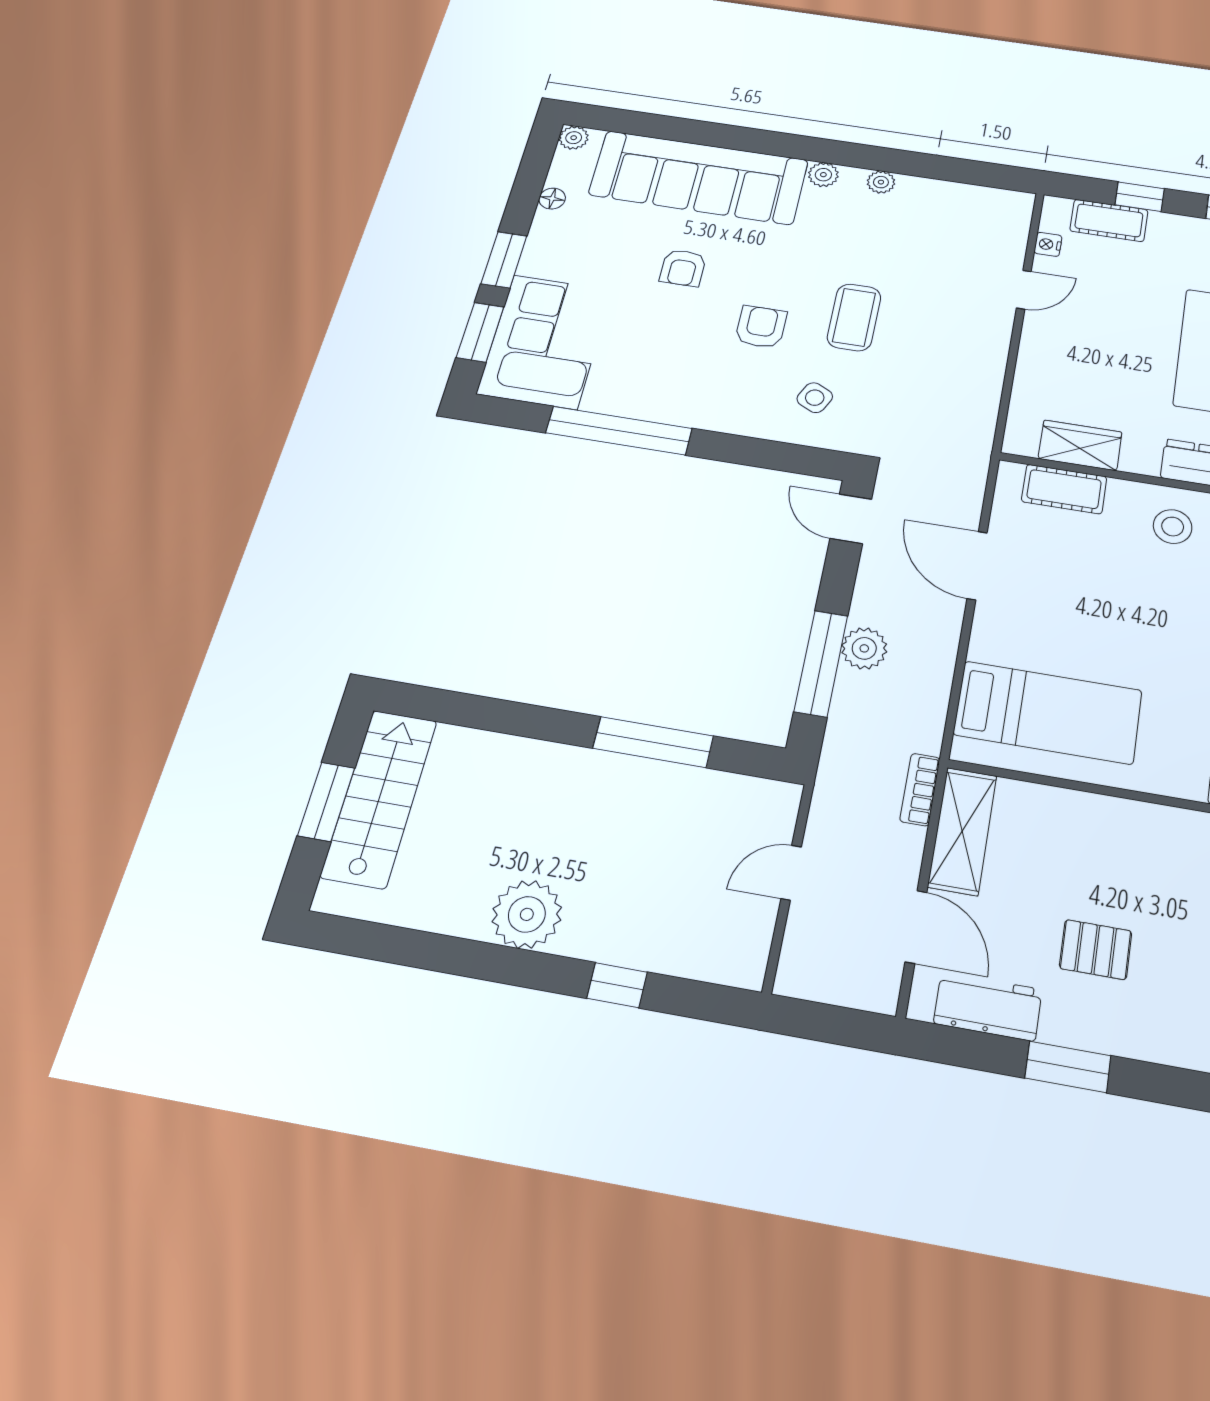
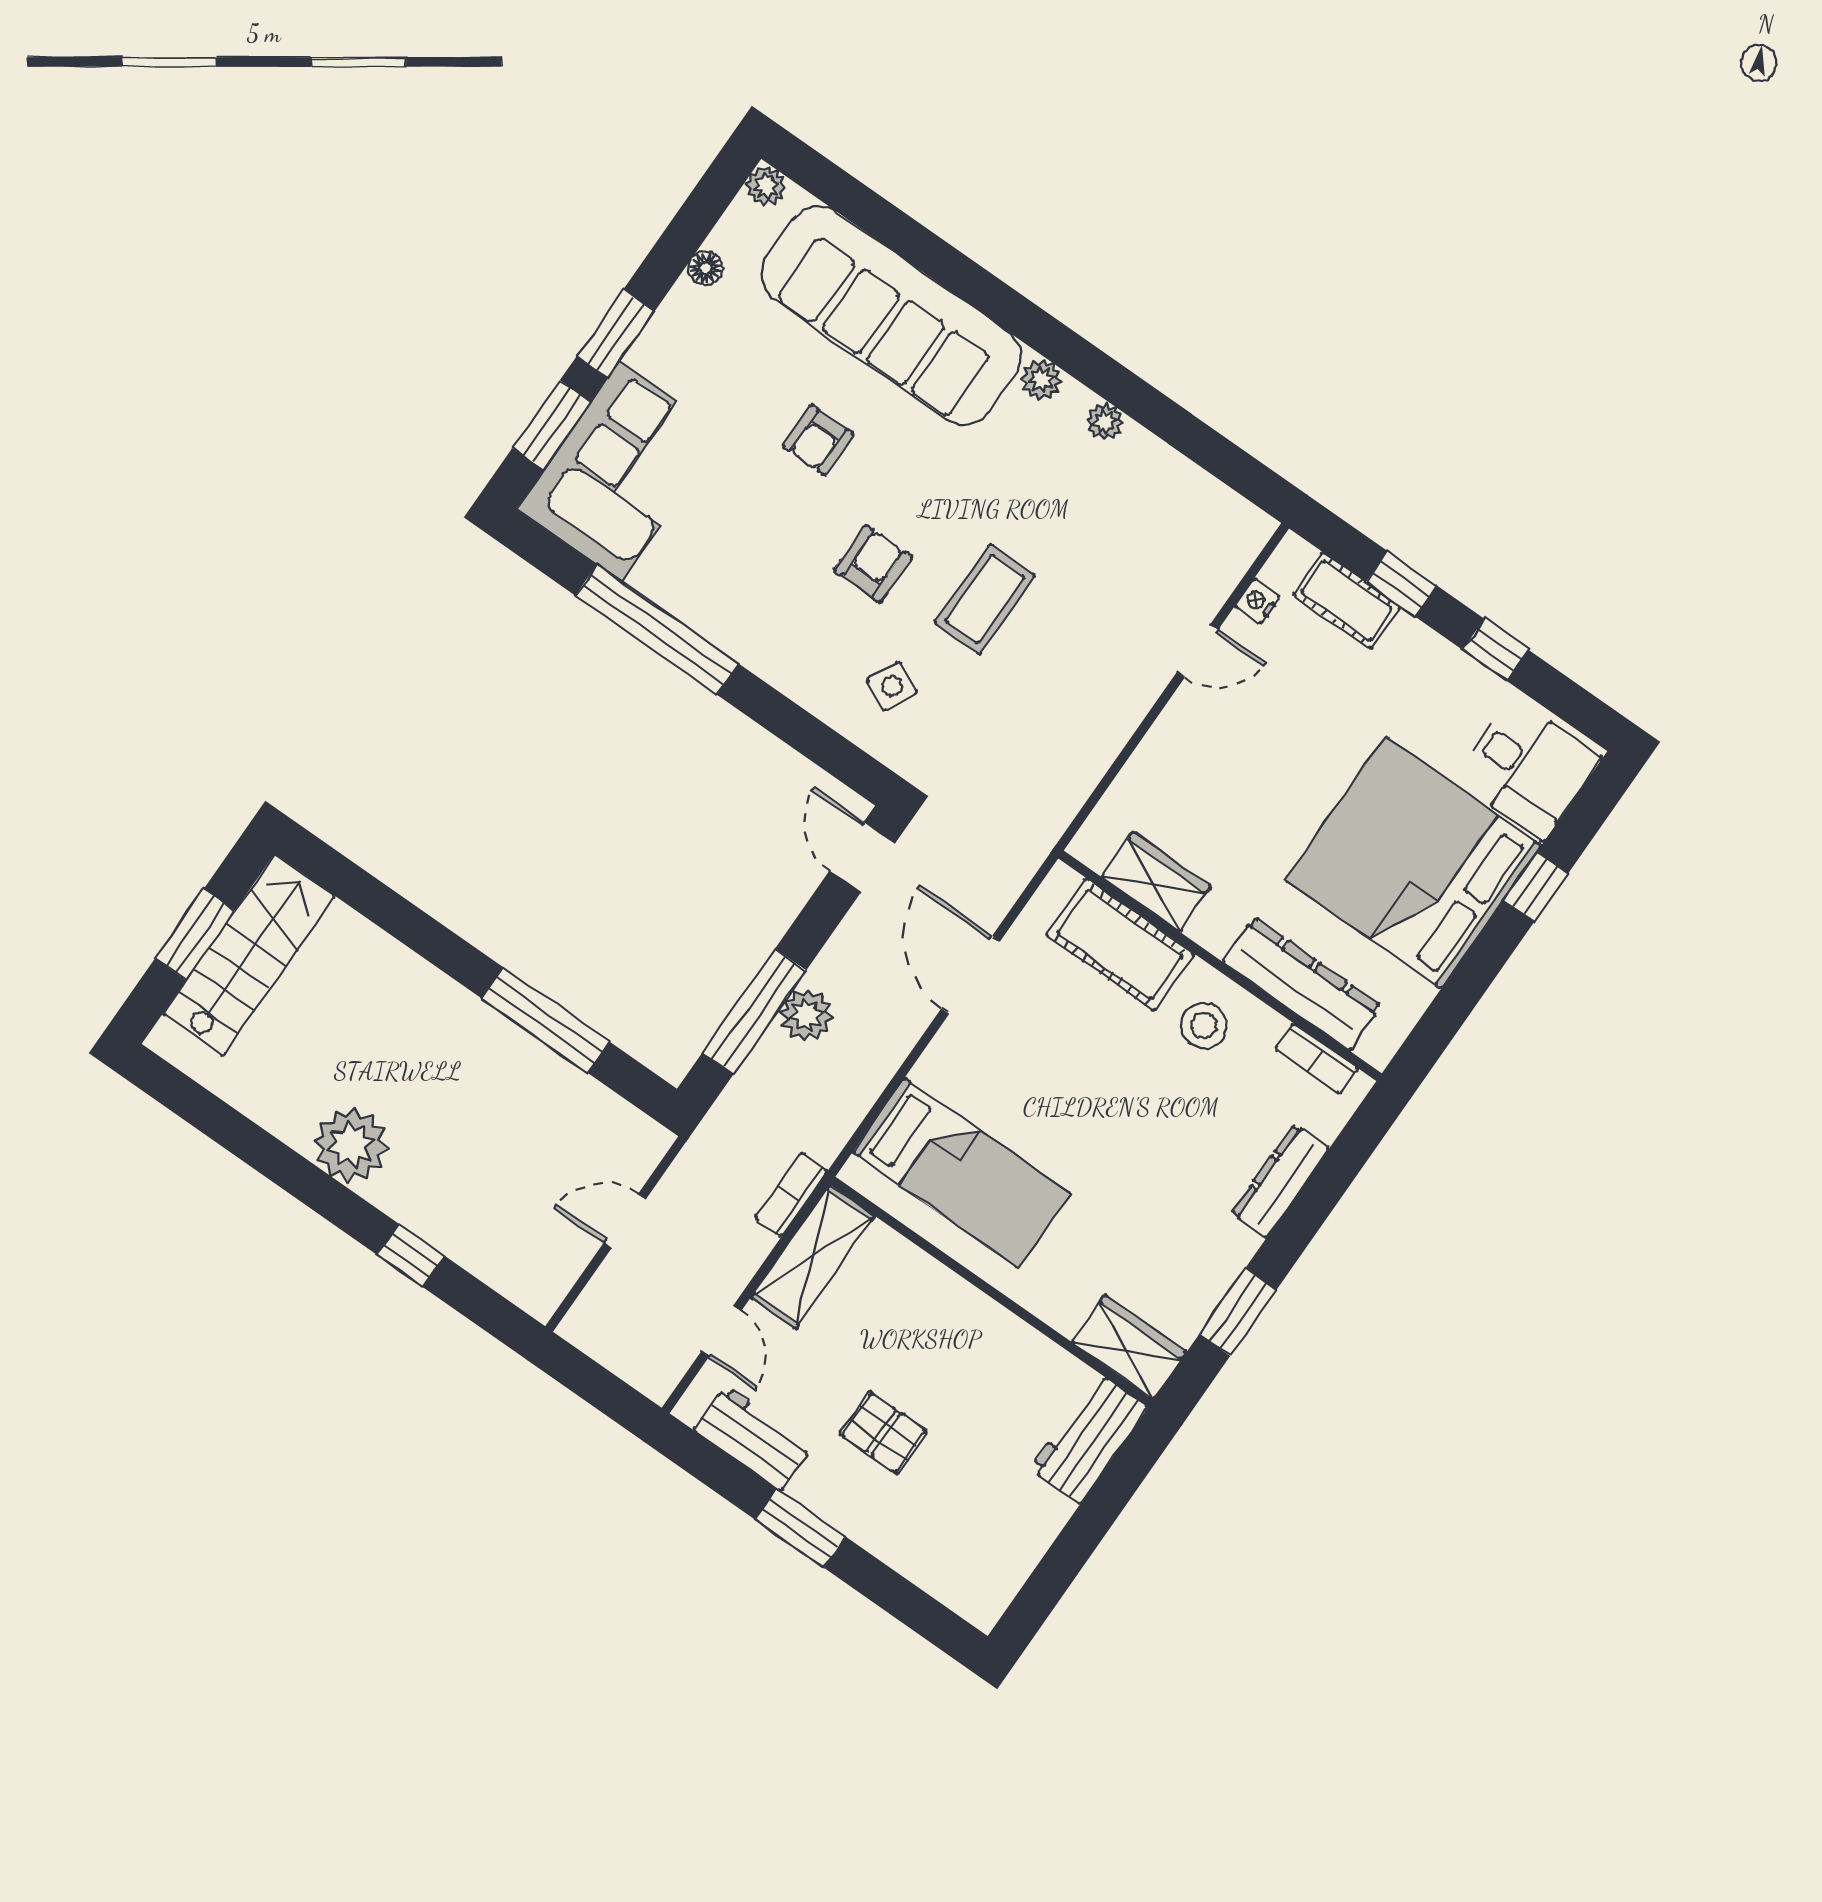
cot: (1064, 489) -> (1120, 945), width x1.37, depth x1.34
door: (916, 927) -> (721, 1331), width x0.73

